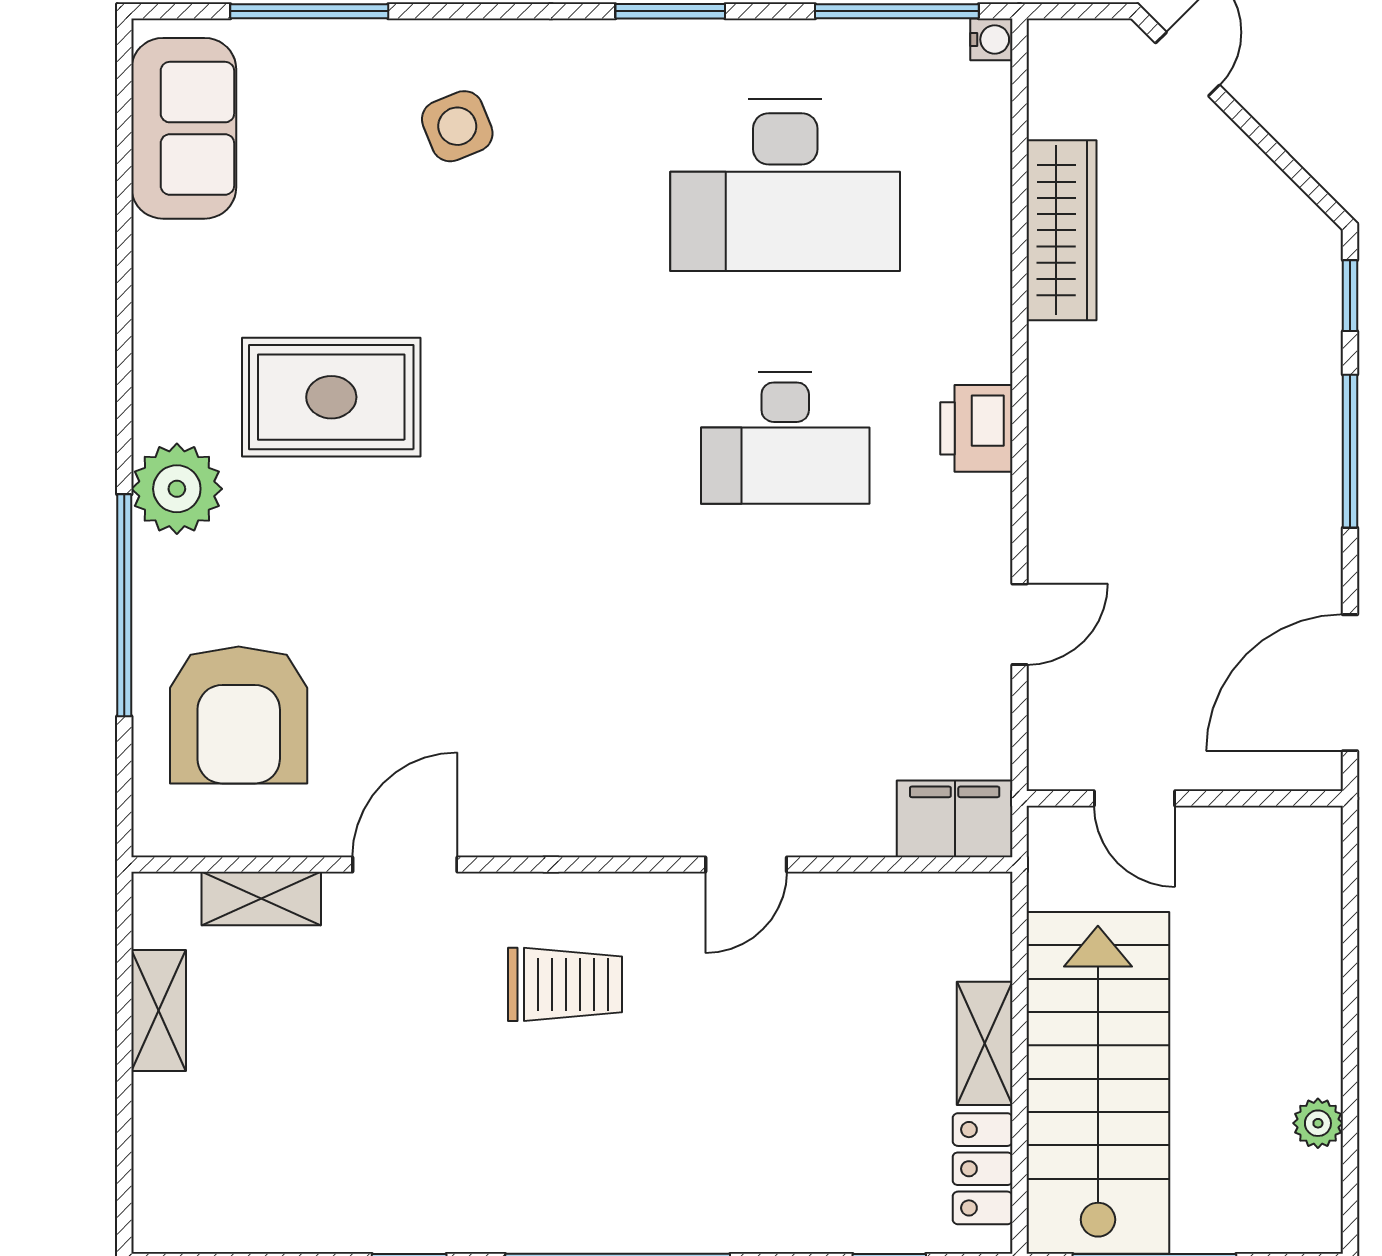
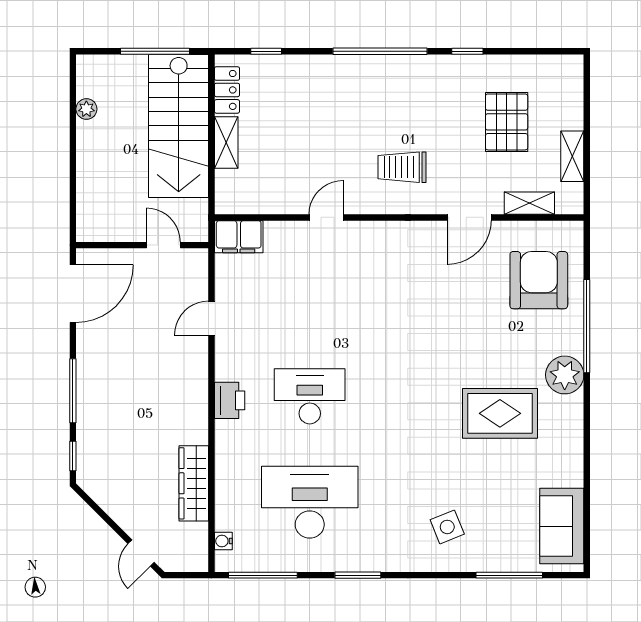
water cooler: (991, 39) -> (223, 541), moved
pallet: (316, 1092) -> (507, 122), added

